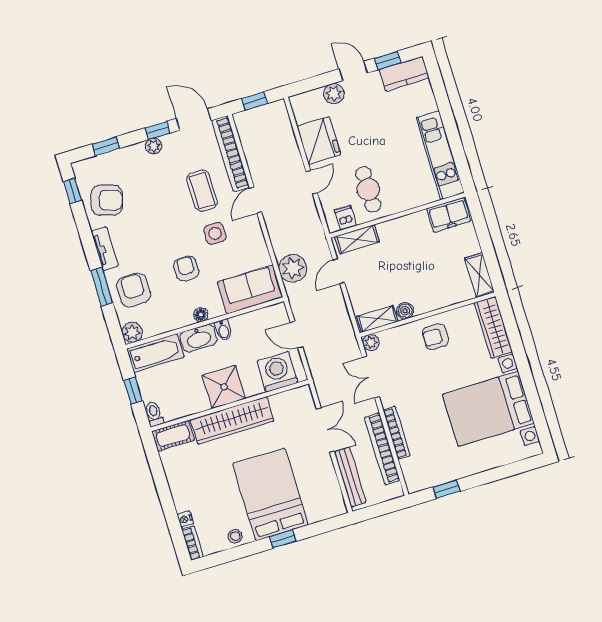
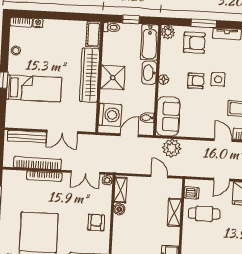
door: (312, 182) -> (222, 180), hinge flipped
side table: (215, 233) -> (218, 79), moved
shelving: (357, 239) -> (174, 212), moved
bidet: (223, 330) -> (147, 118), moved
double door: (371, 377) -> (85, 172), swing flipped
bed: (270, 494) -> (34, 88), width x0.67

